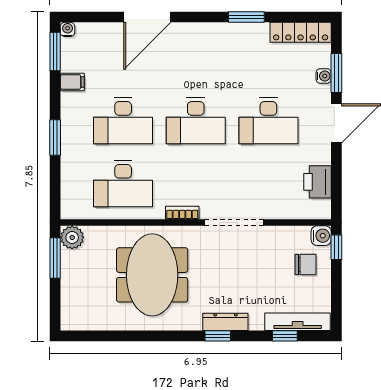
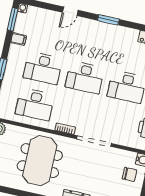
door: (147, 17) -> (70, 11), width x0.53
window: (246, 17) -> (108, 20), moved

